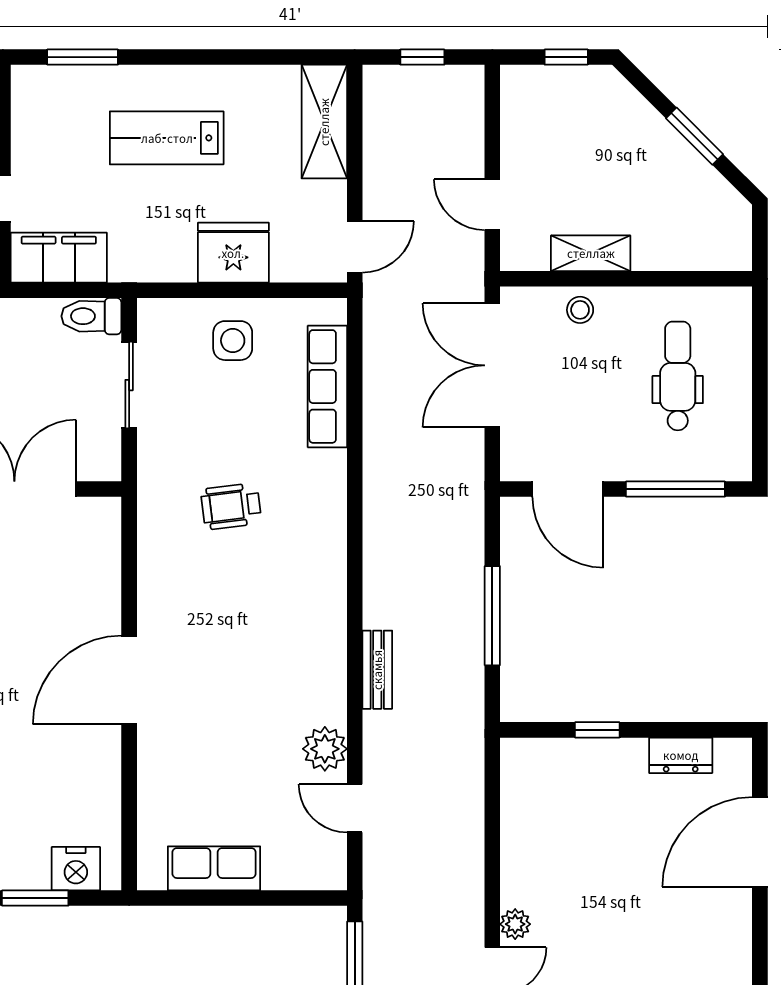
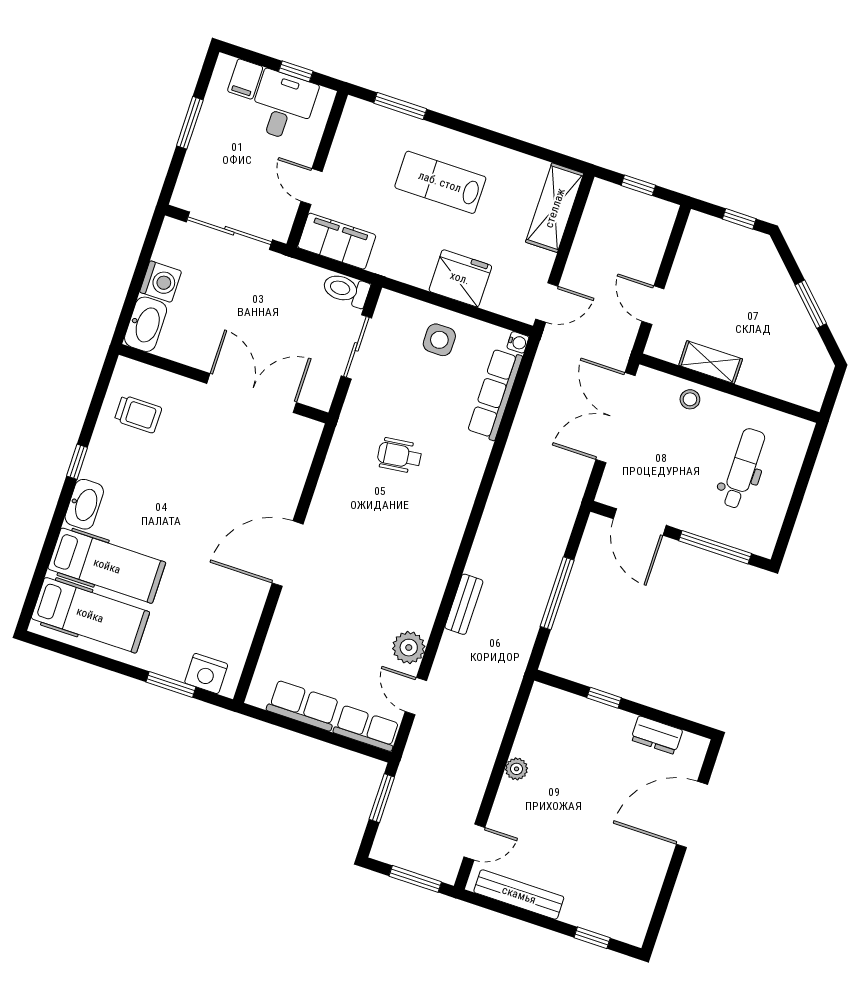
water cooler: (335, 310) -> (518, 342), added
row of seats: (305, 870) -> (367, 728), added
plant: (515, 924) -> (517, 769), moved

